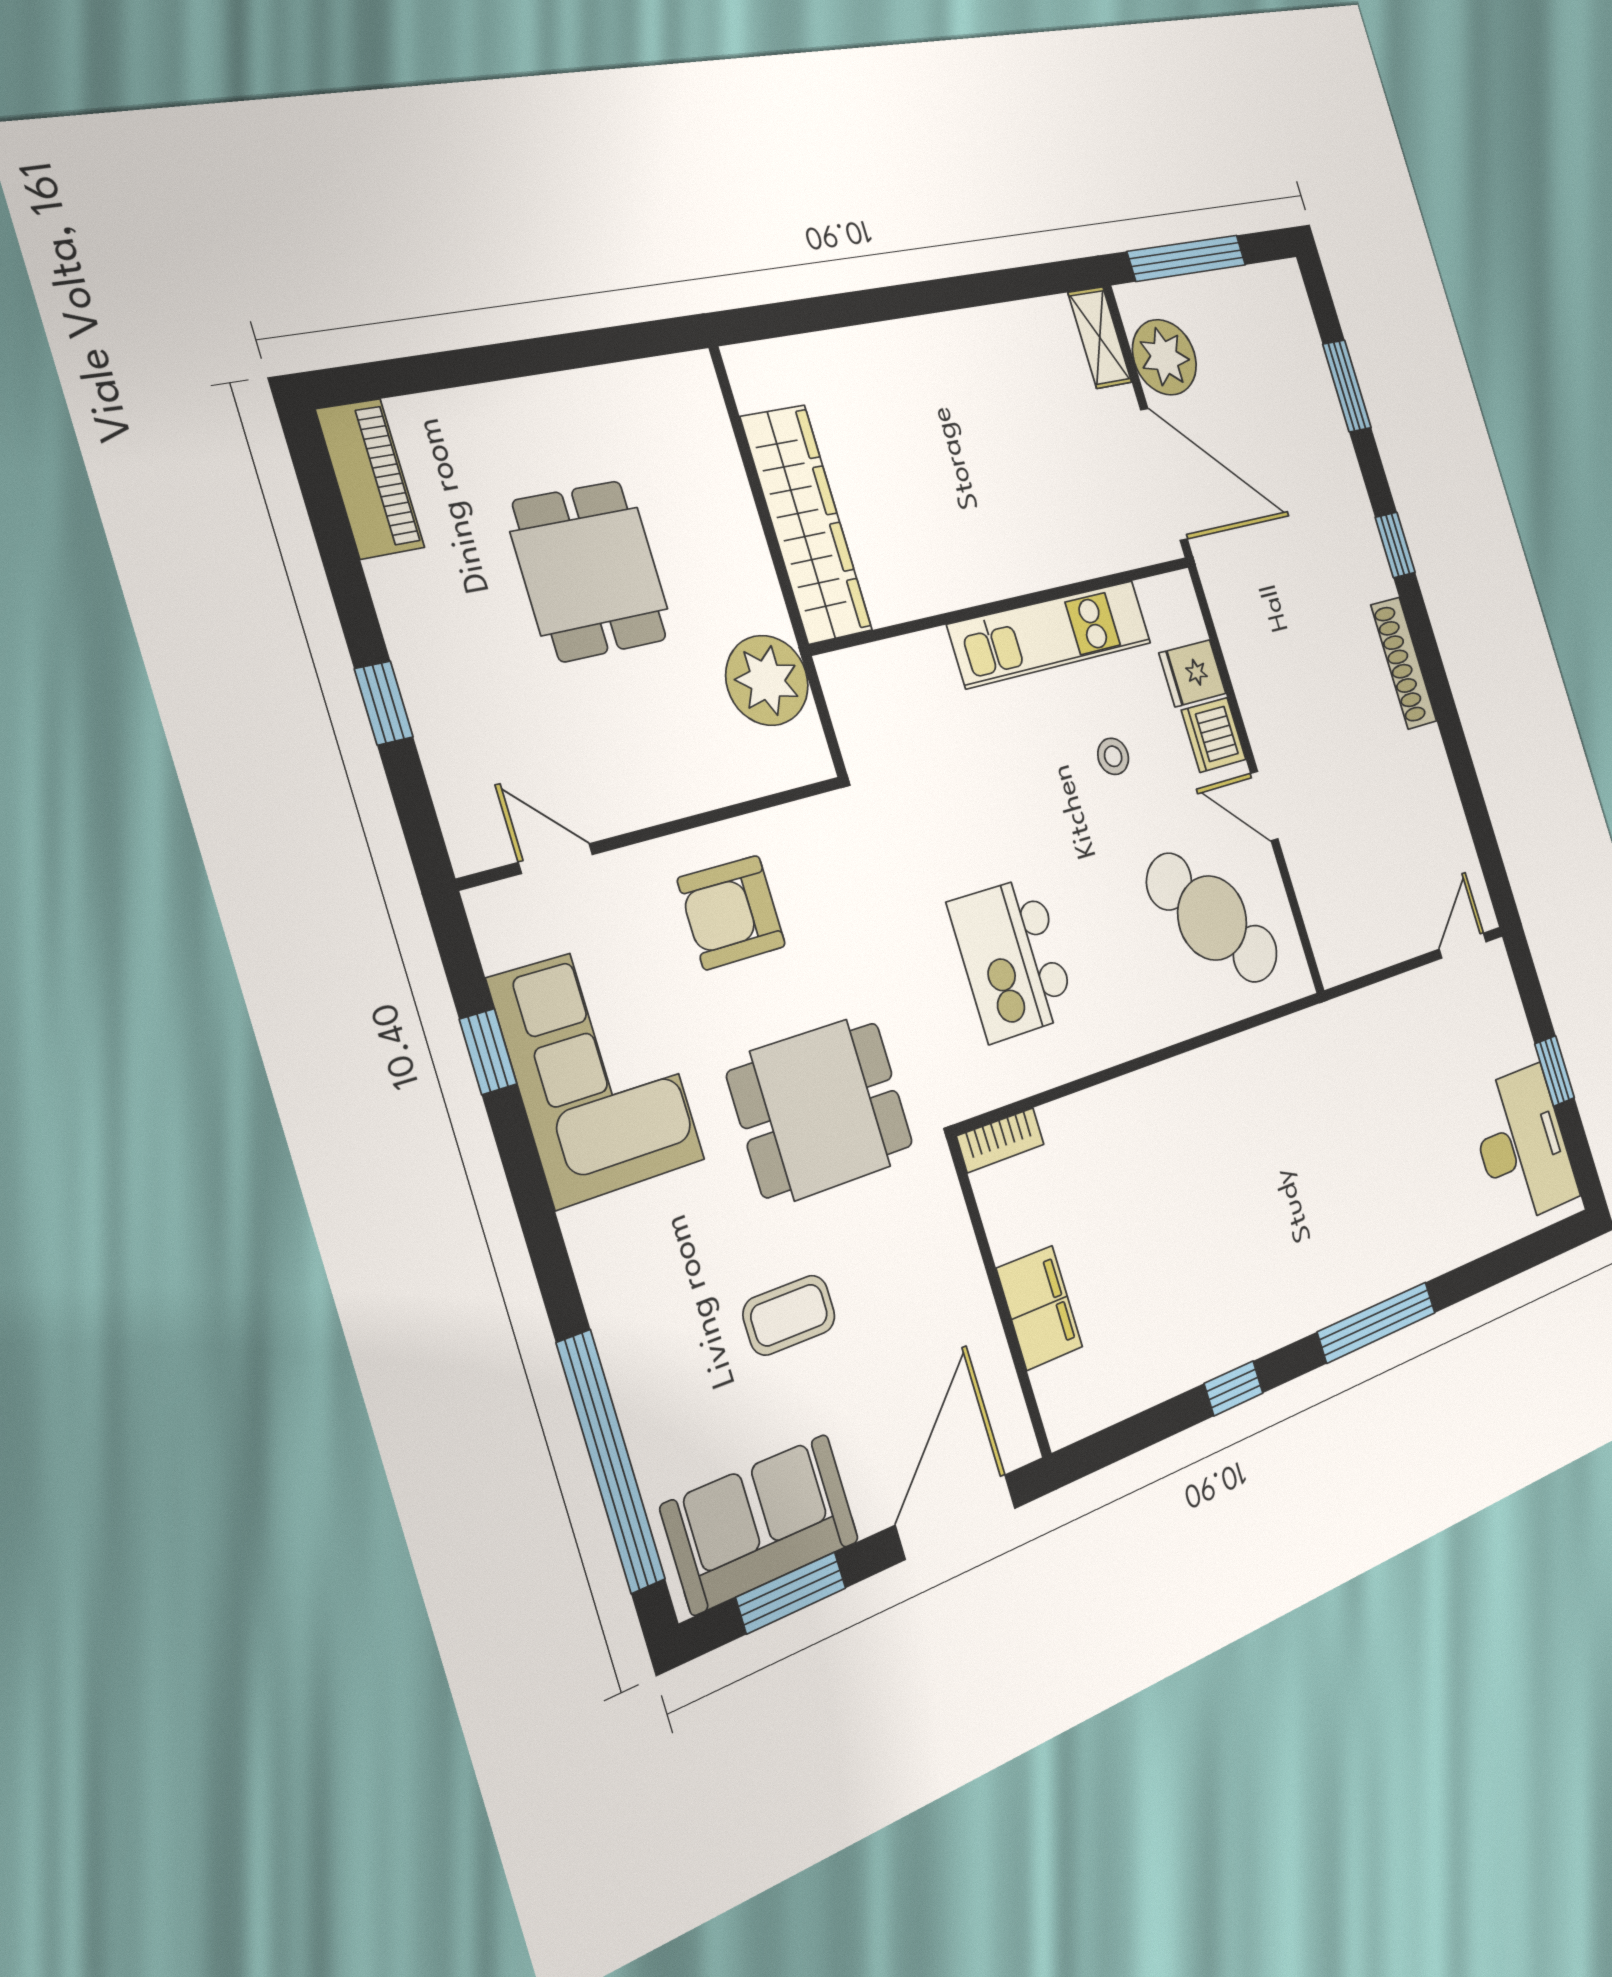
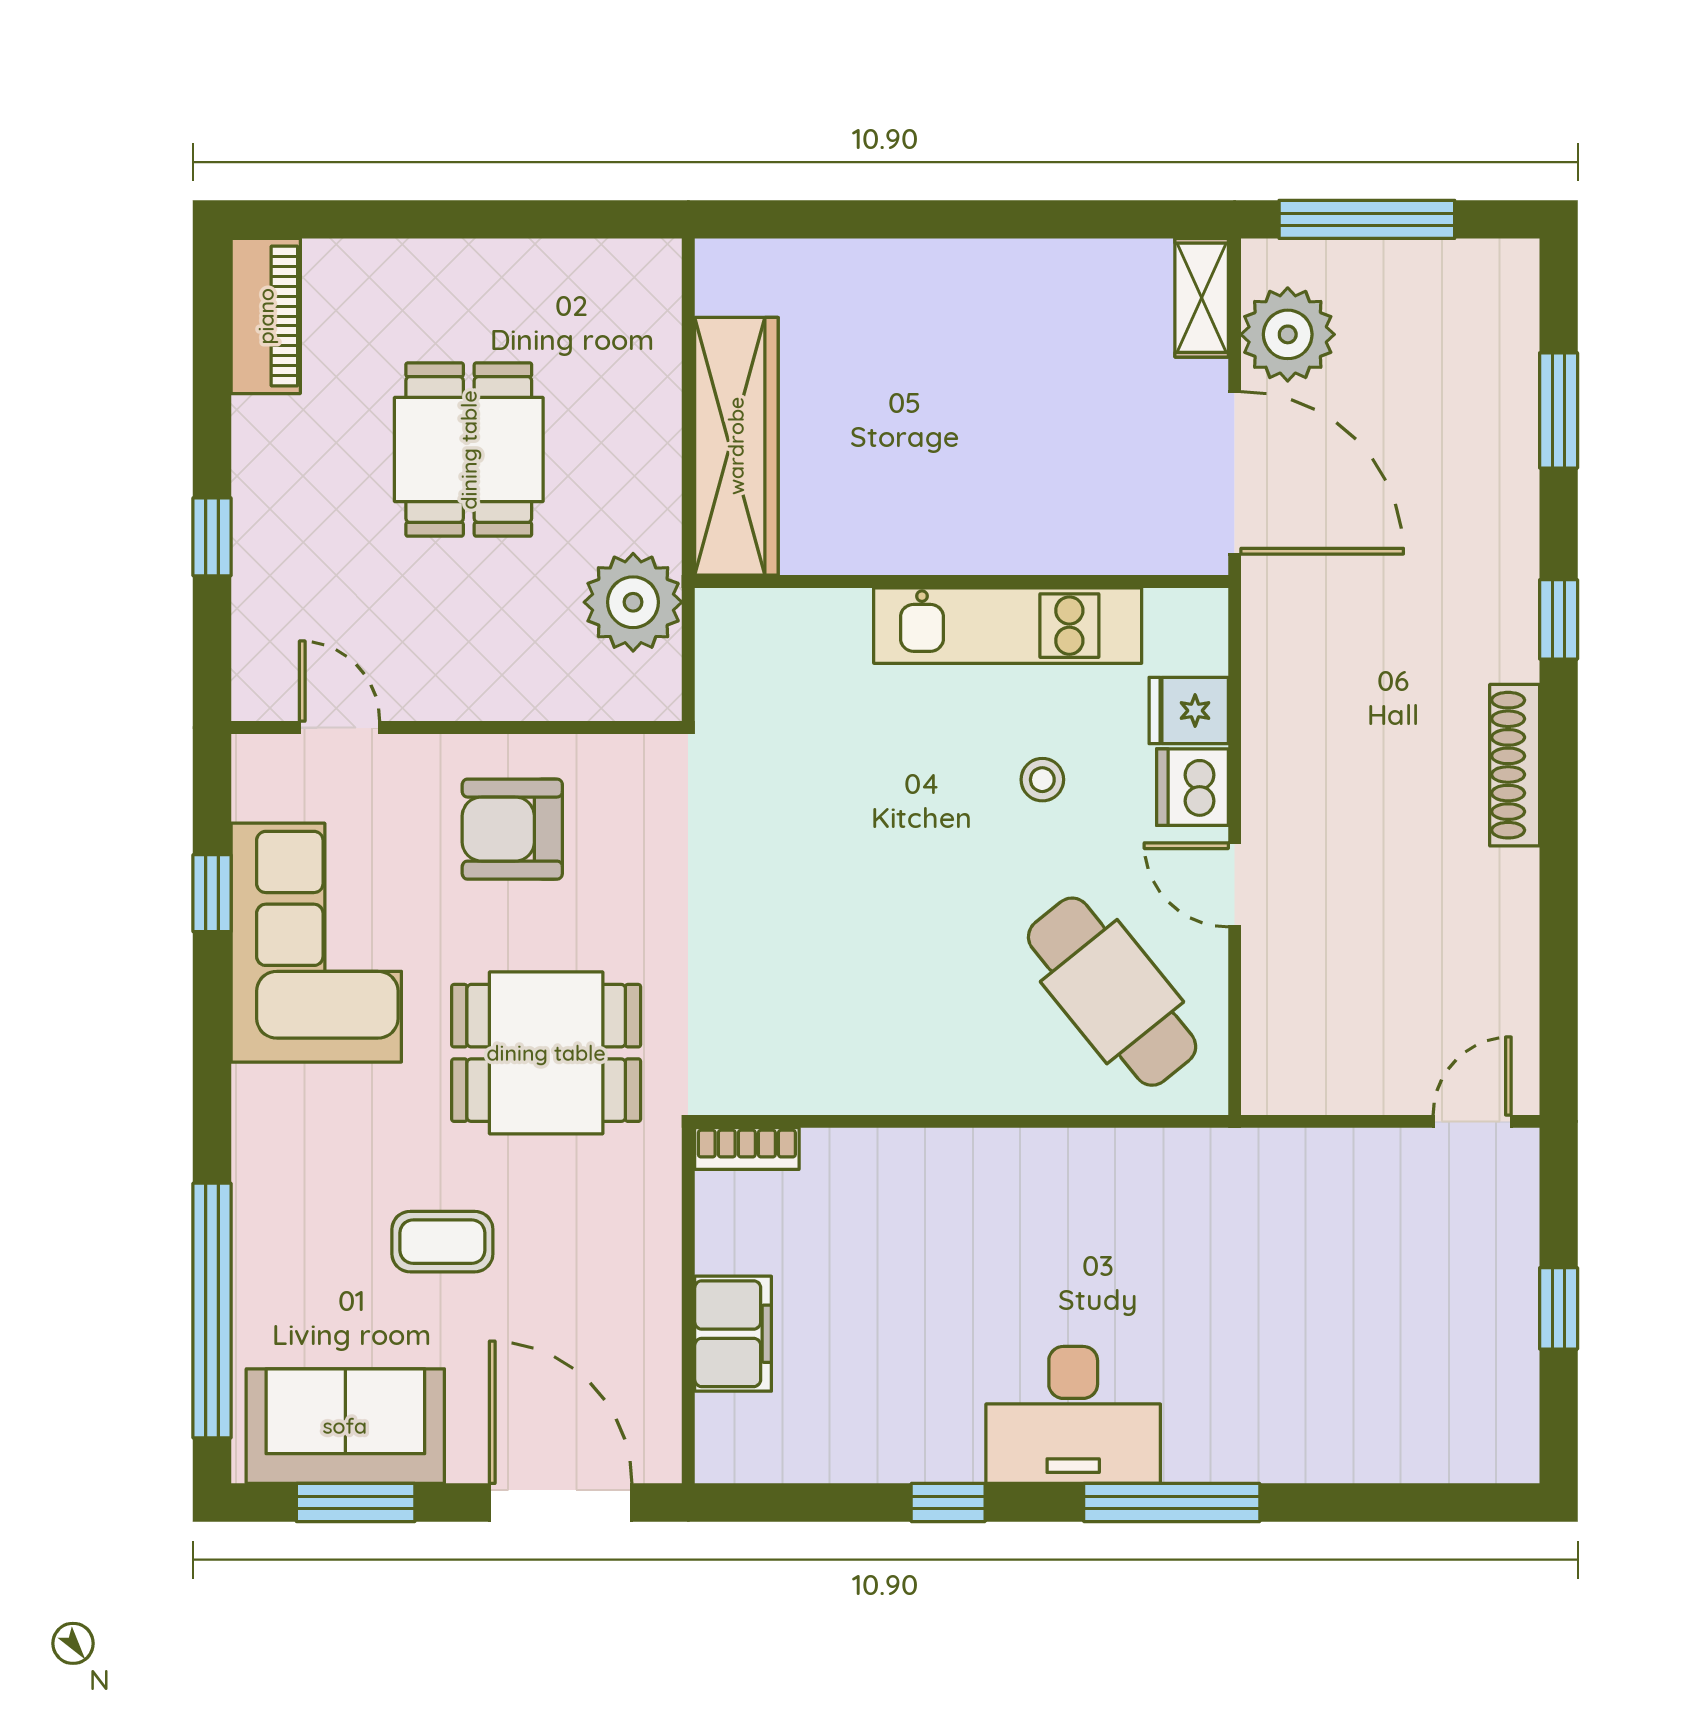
kitchen island: (1013, 959) -> (830, 965), removed
desk: (1522, 1145) -> (1073, 1415), moved, turned 90
door: (956, 1517) -> (561, 1502), hinge flipped

